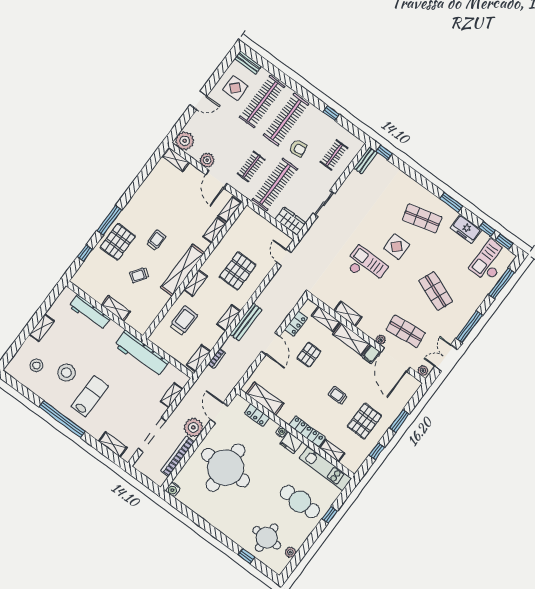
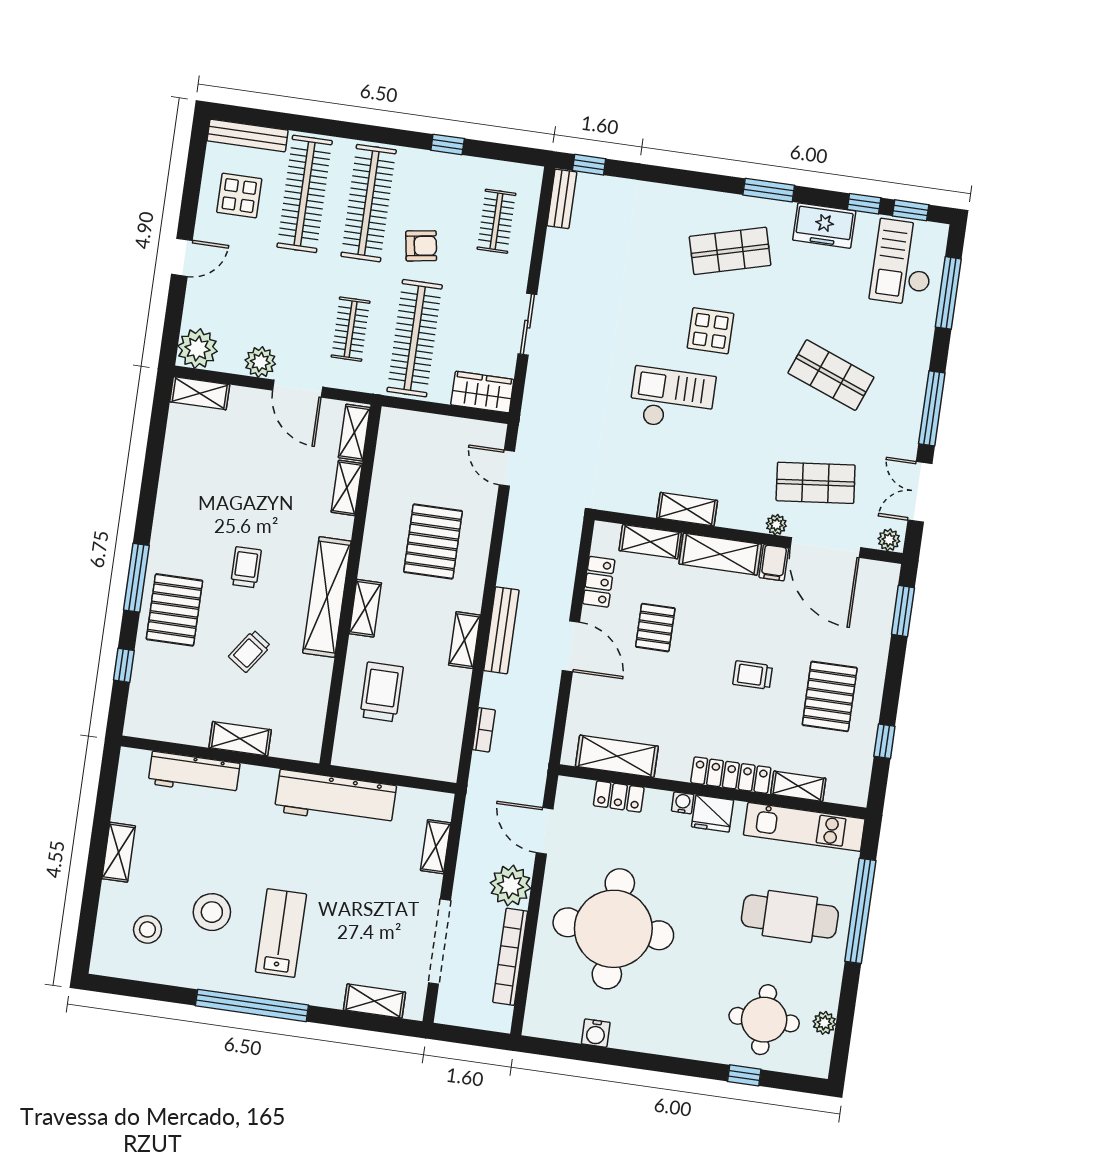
bench: (248, 63) -> (248, 136), width x1.36
shelving: (199, 358) -> (449, 748), removed
window: (399, 421) -> (903, 611), moved
water cooler: (173, 489) -> (596, 1033), moved
window: (330, 515) -> (860, 911), width x3.17

